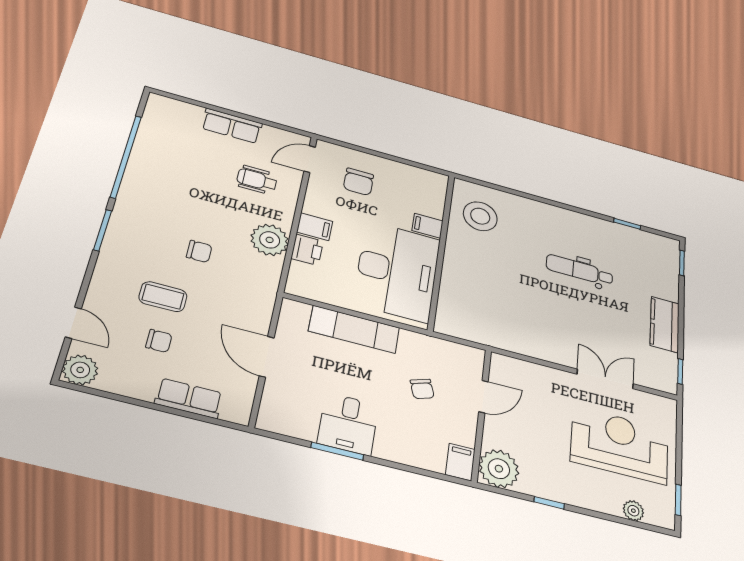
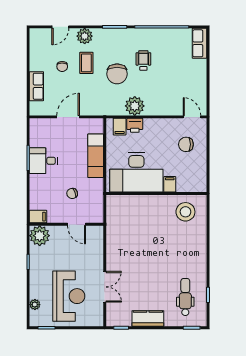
row of seats: (232, 126) -> (200, 43), moved
wheelchair: (257, 180) -> (143, 61), moved
filing cabinet: (315, 227) -> (120, 127), moved
chair: (199, 251) -> (117, 74), width x1.87, depth x1.87
dental chair: (580, 270) -> (185, 297), moved
plant: (80, 370) -> (85, 36), moved

